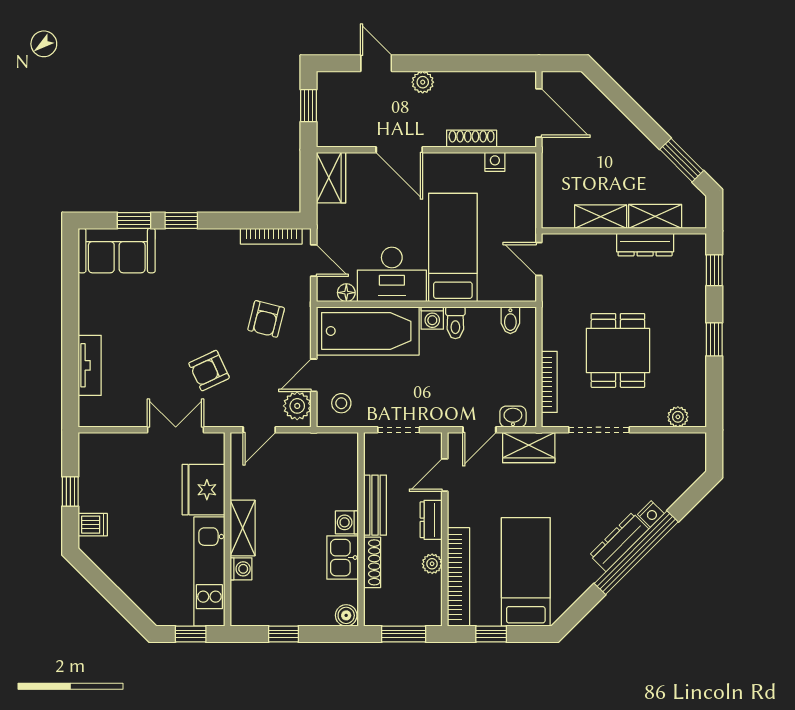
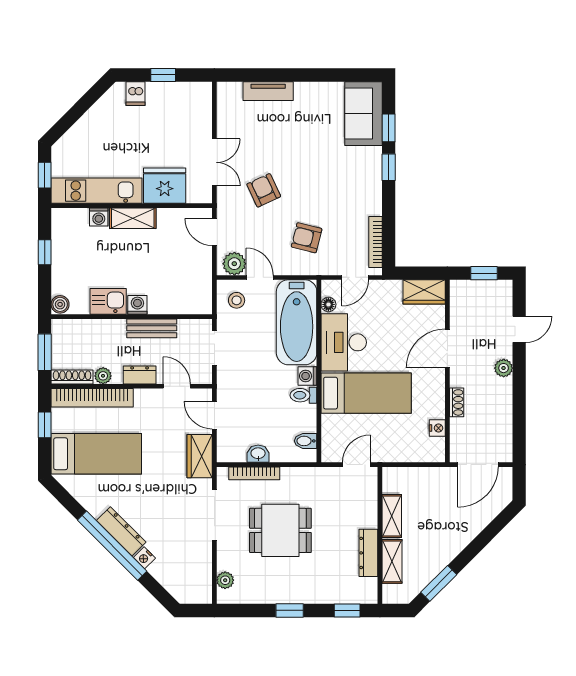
shoe rack: (472, 139) -> (457, 402), width x0.70
washbasin: (513, 417) -> (258, 454), moved, turned -90
shoe rack: (372, 562) -> (72, 377), moved, turned 180

